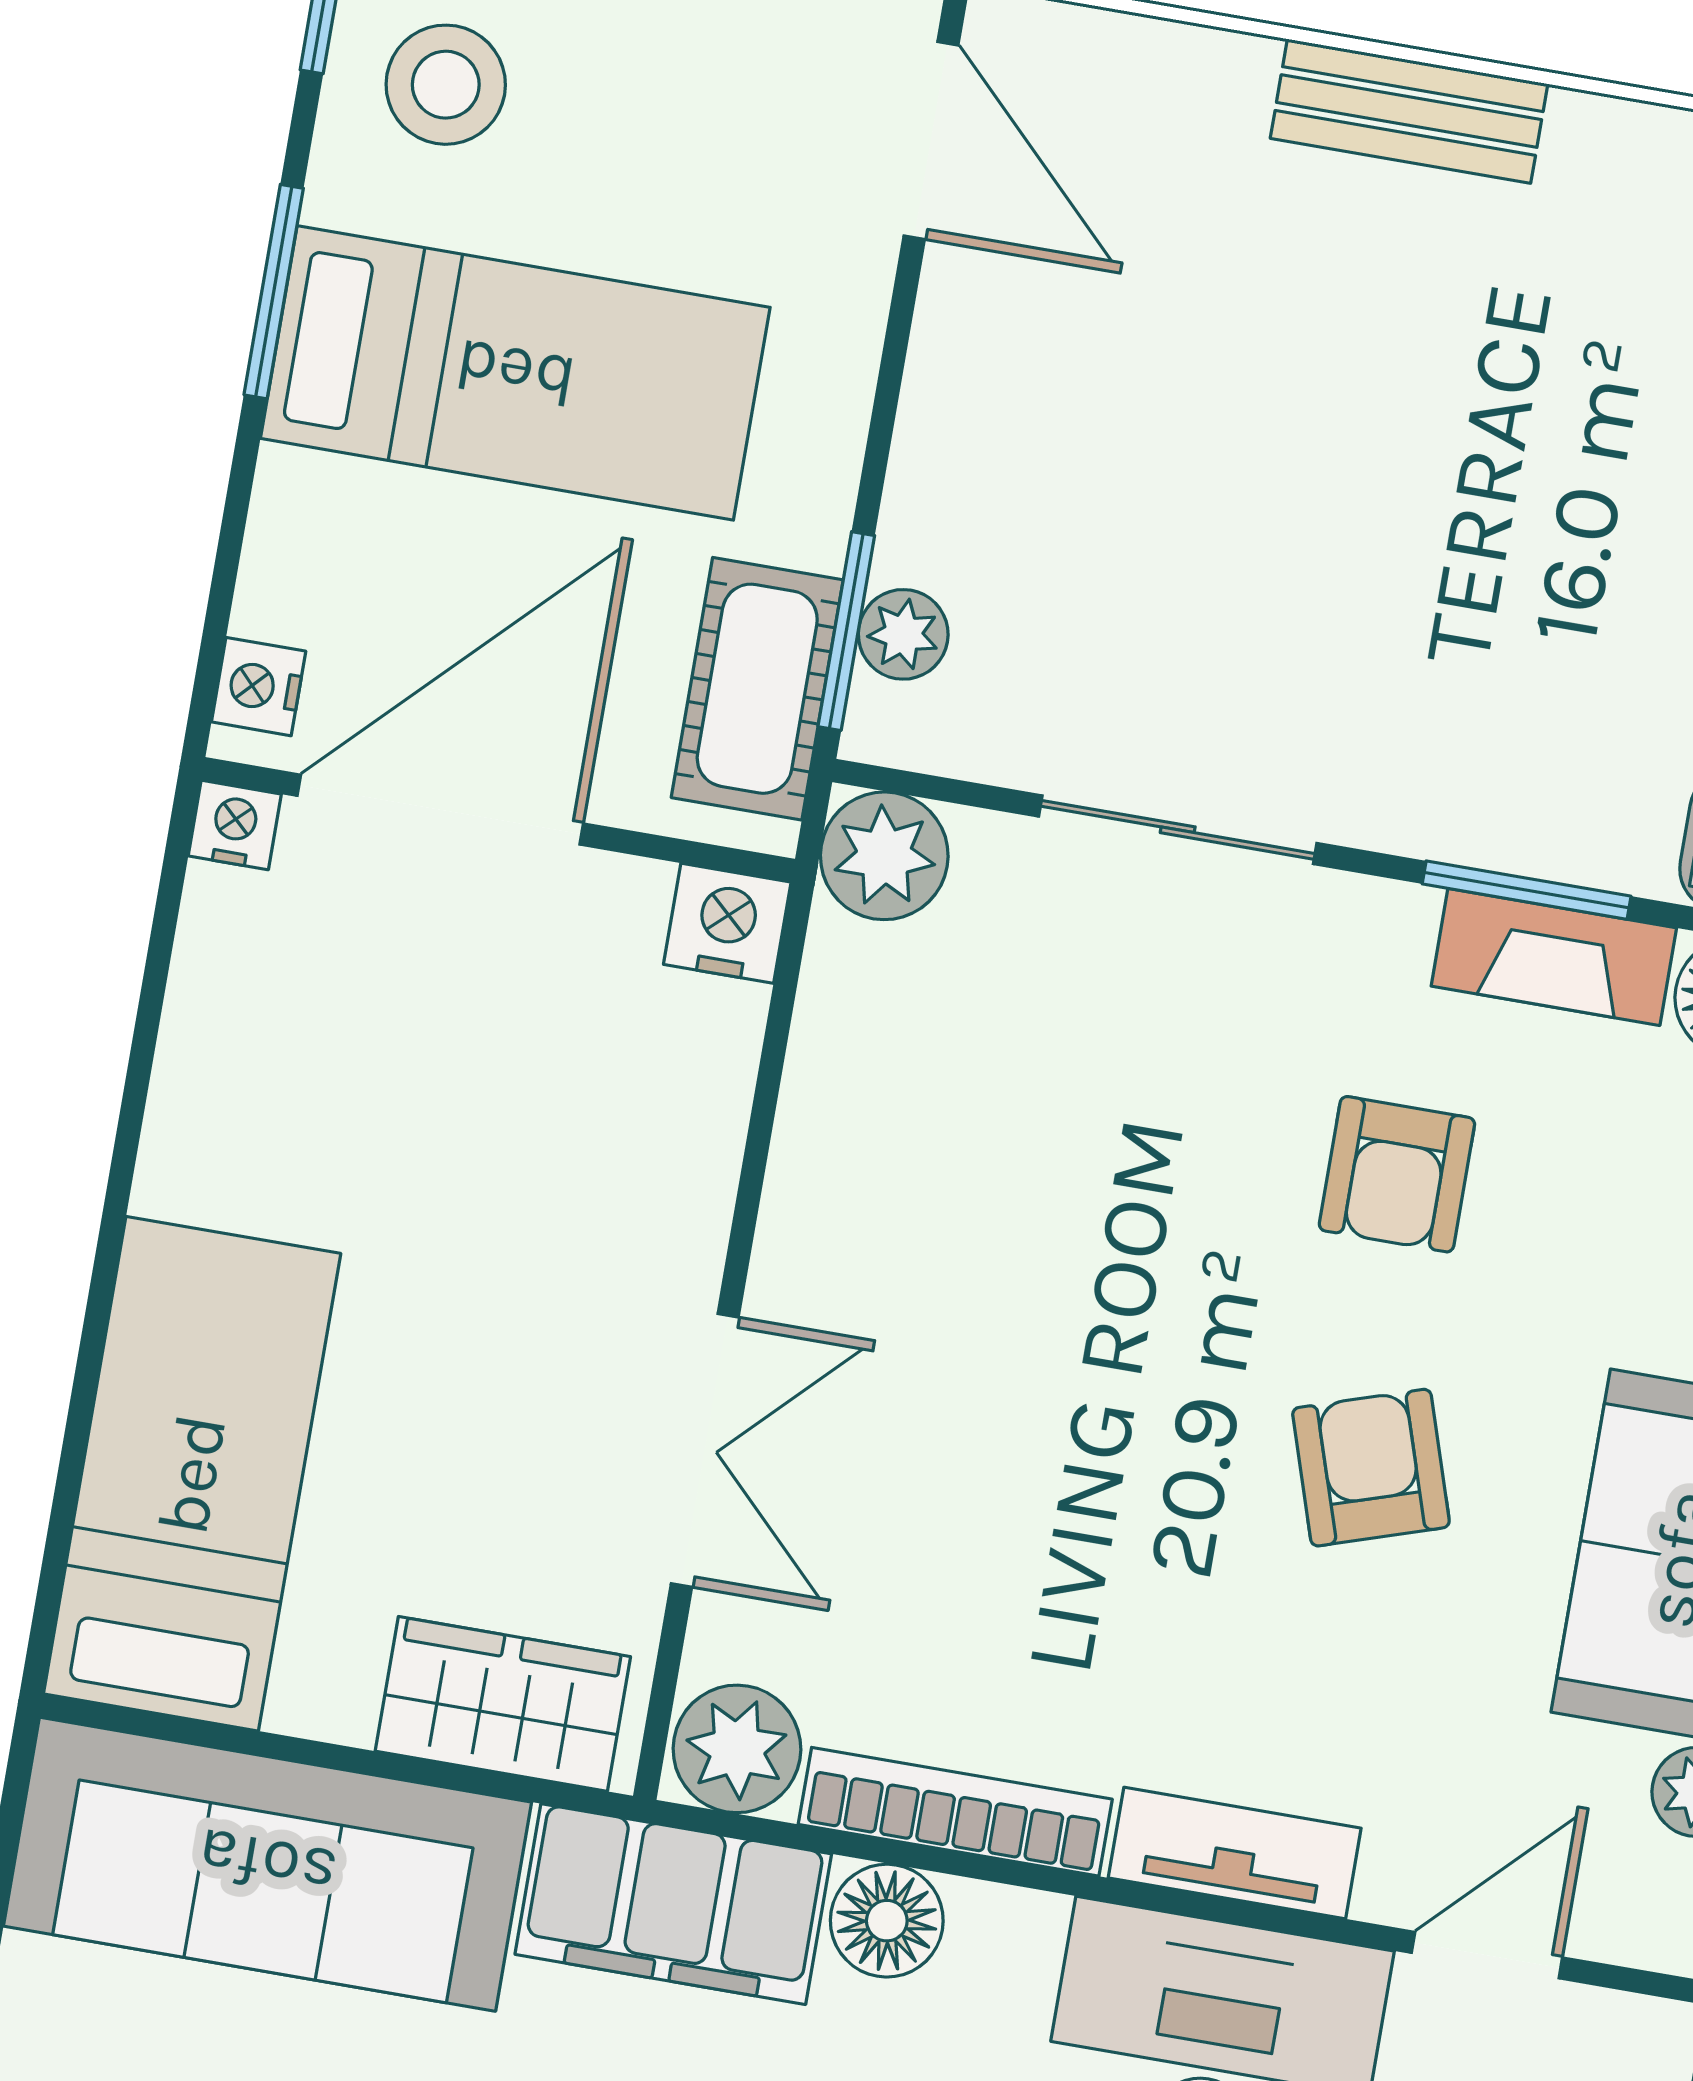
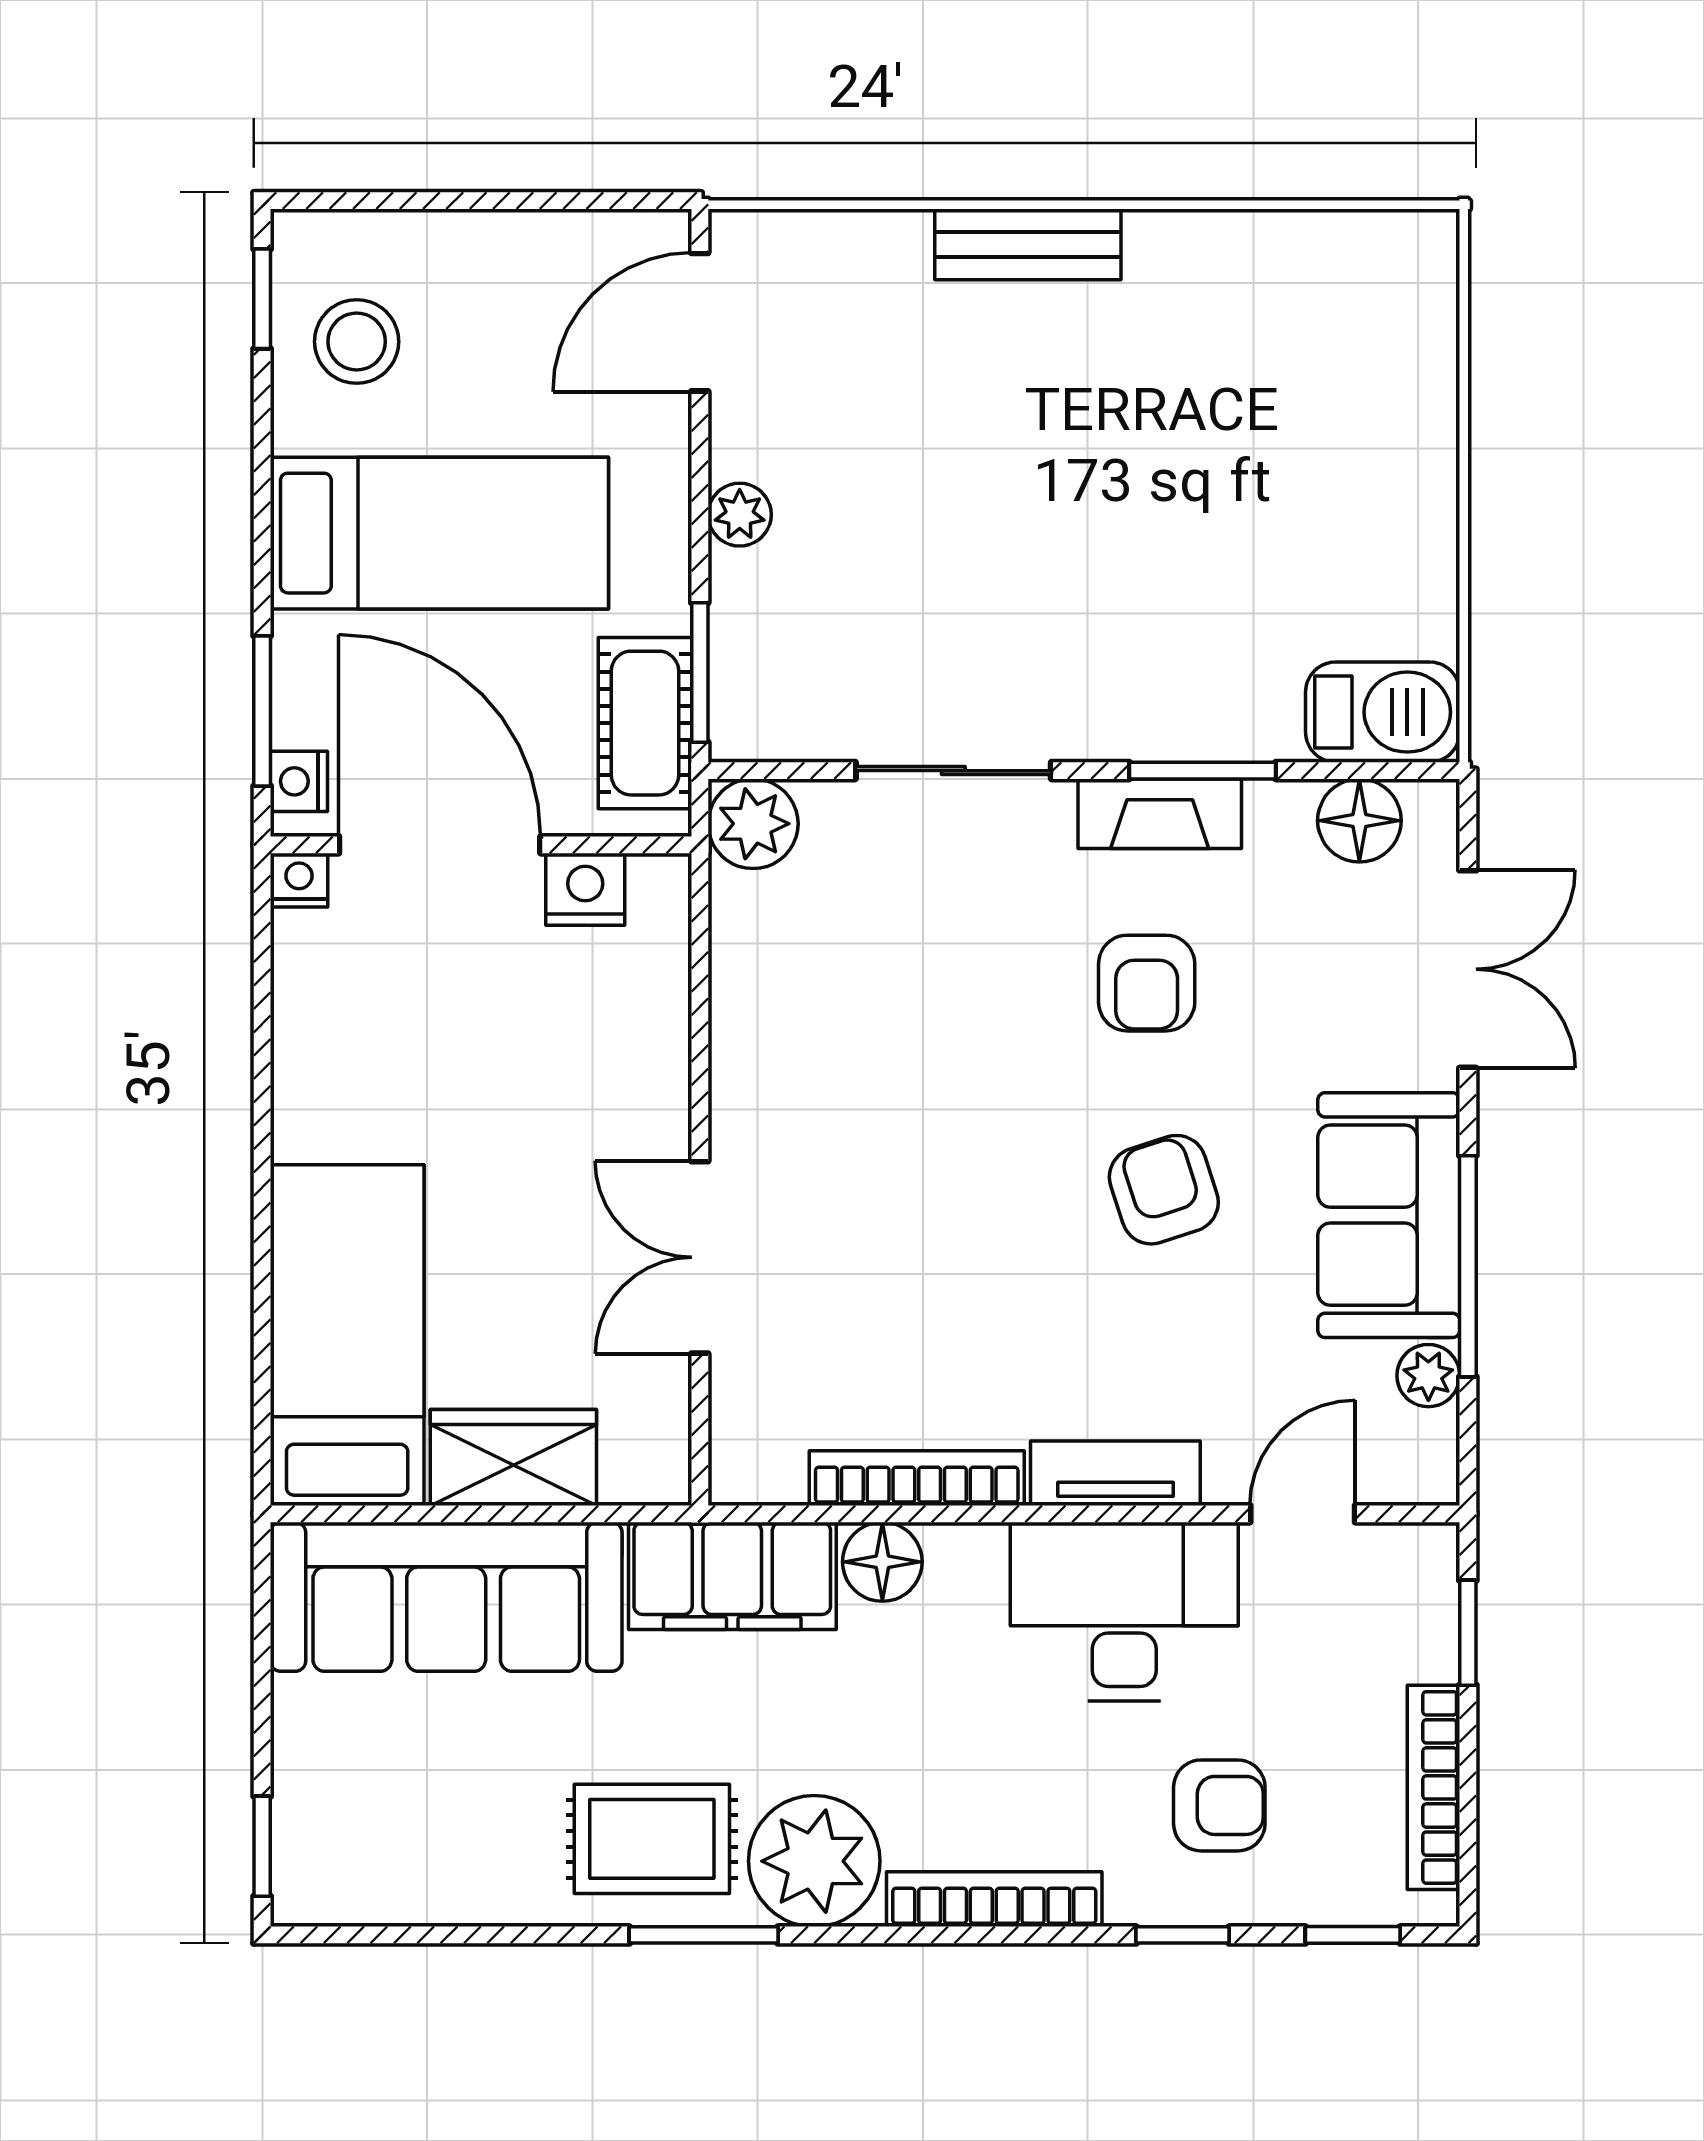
door: (931, 140) -> (700, 322), swing flipped
window: (274, 292) -> (262, 711), moved
plant: (903, 634) -> (740, 515), moved
door: (440, 810) -> (440, 845), hinge flipped
nightstand: (727, 923) -> (585, 889), moved
fireplace: (1554, 957) -> (1160, 814), moved
double door: (705, 1450) -> (700, 1257), swing flipped
wardrobe: (503, 1704) -> (513, 1457), moved
plant: (737, 1749) -> (758, 1461), removed

